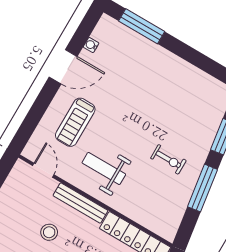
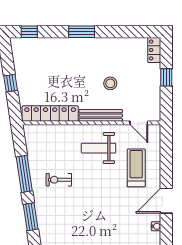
weight bench: (104, 168) -> (99, 148), turned 180

